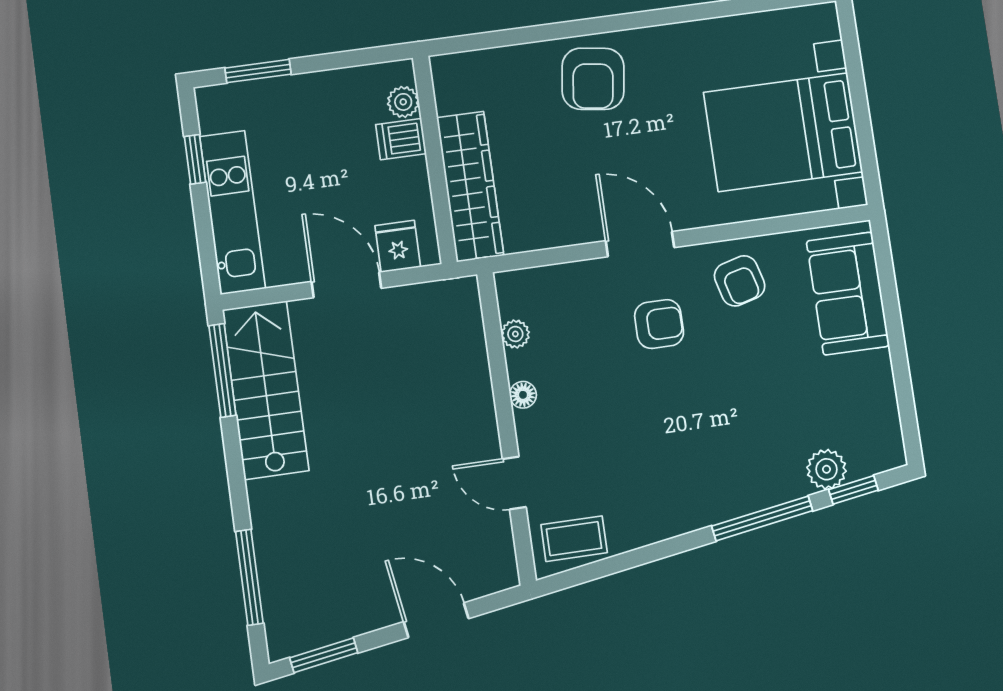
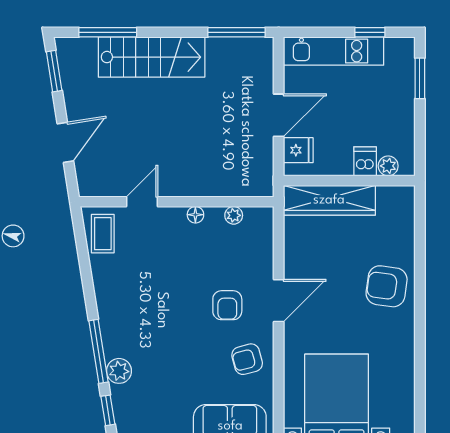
stairs: (266, 390) -> (152, 57), moved
plant: (827, 469) -> (119, 371), moved

